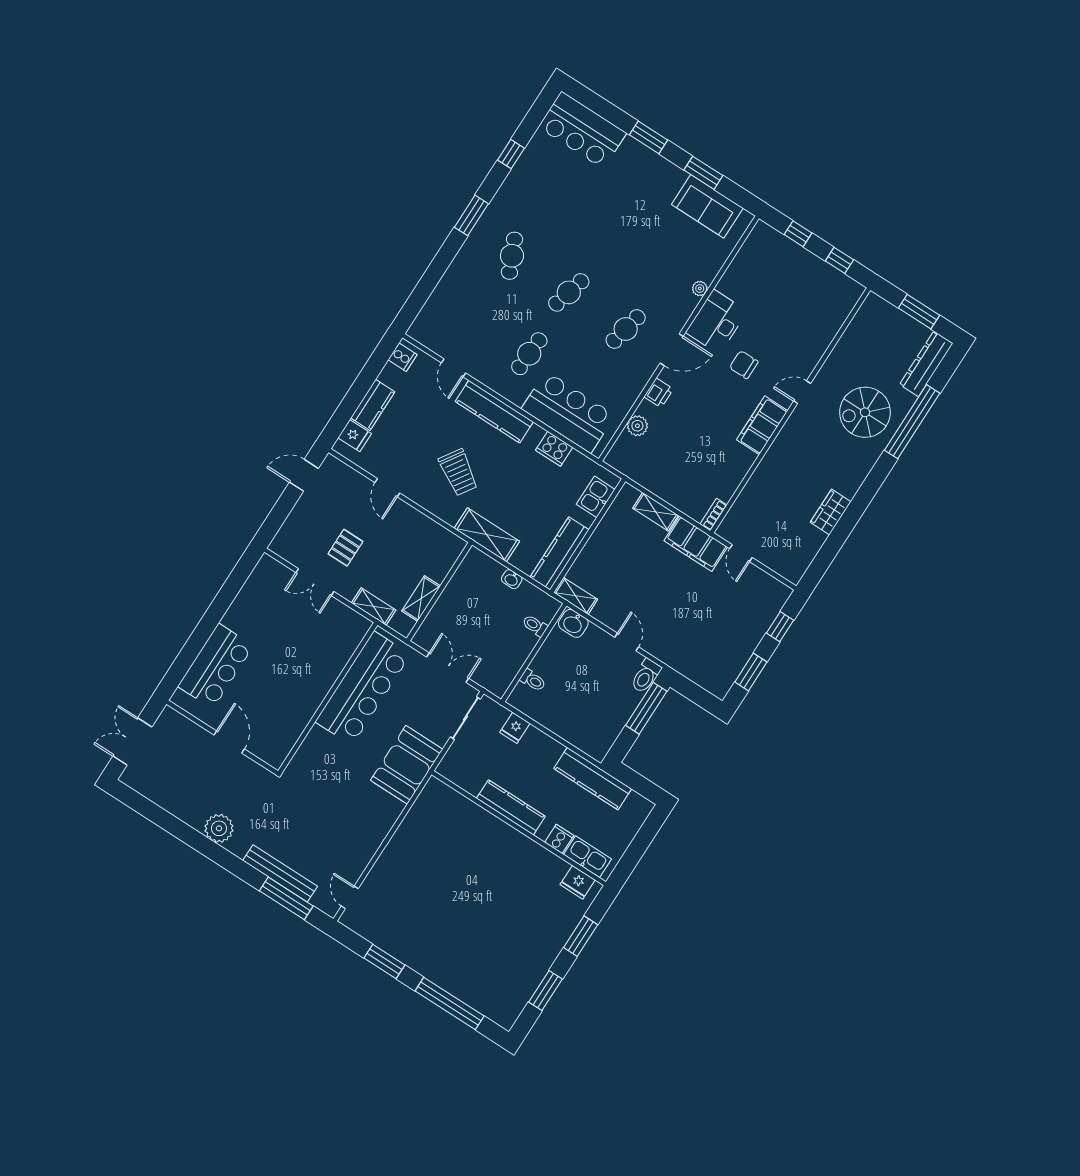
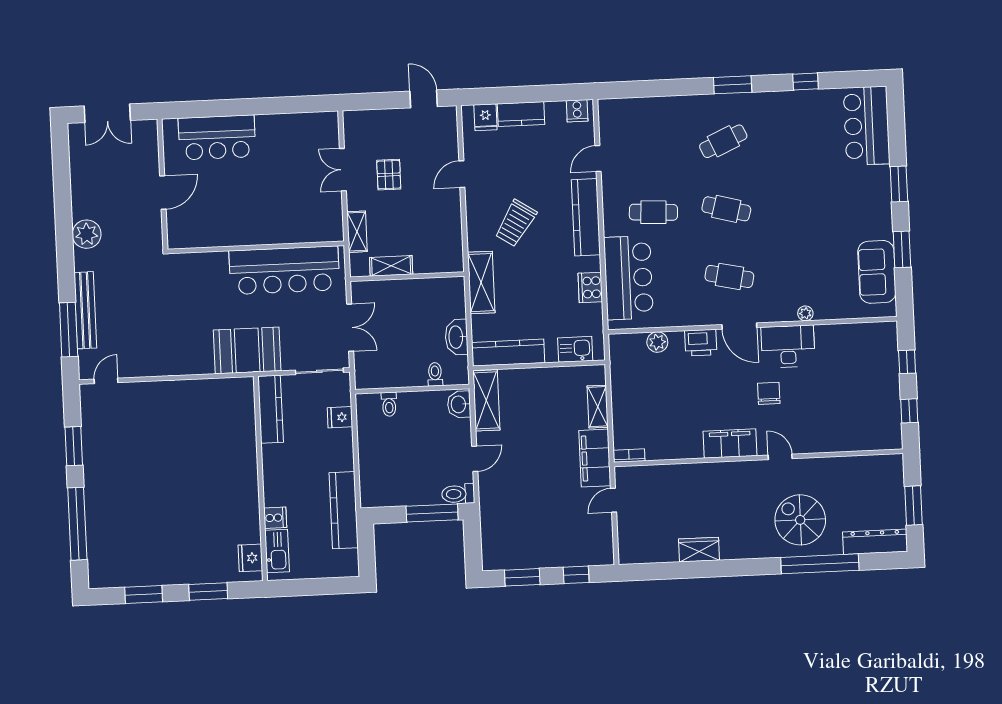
printer: (659, 393) -> (701, 343), width x1.36, depth x1.24
pallet: (345, 548) -> (389, 175), turned 90
washbasin: (512, 579) -> (456, 337), width x1.91, depth x1.45
shelving: (576, 596) -> (486, 400), width x1.50, depth x1.33
double door: (132, 742) -> (107, 113), swing flipped
kitchen counter: (511, 807) -> (271, 409), moved

